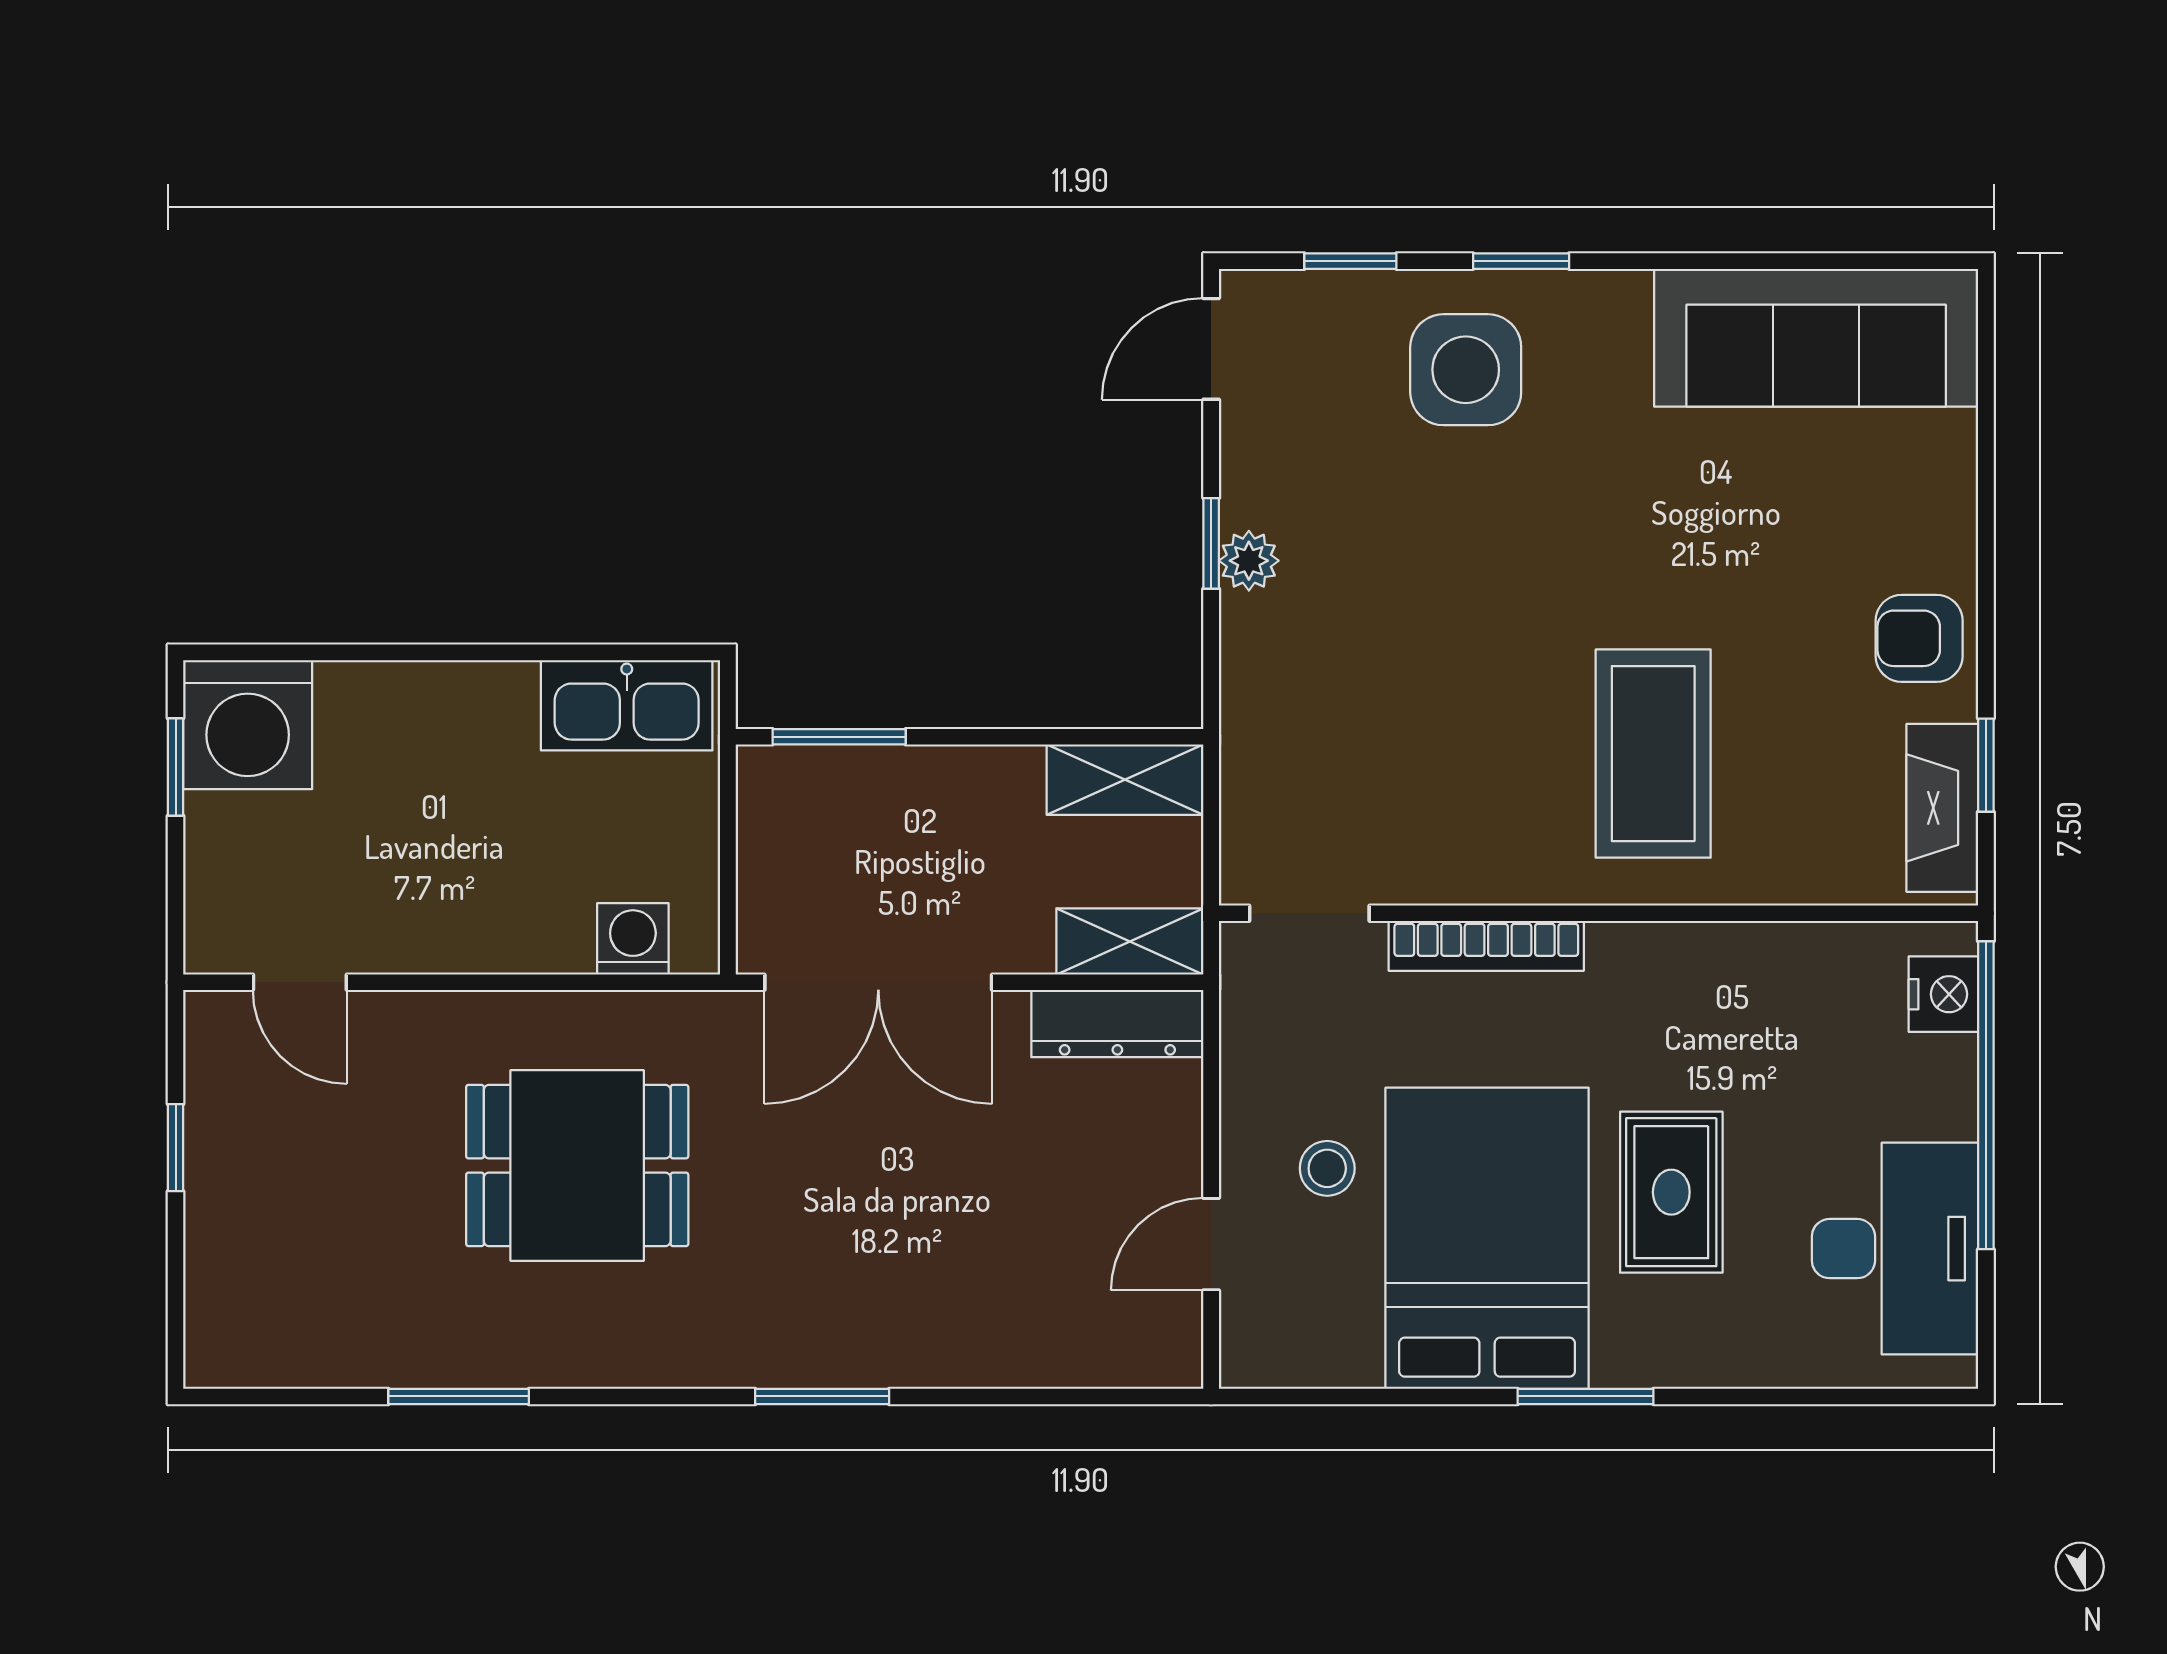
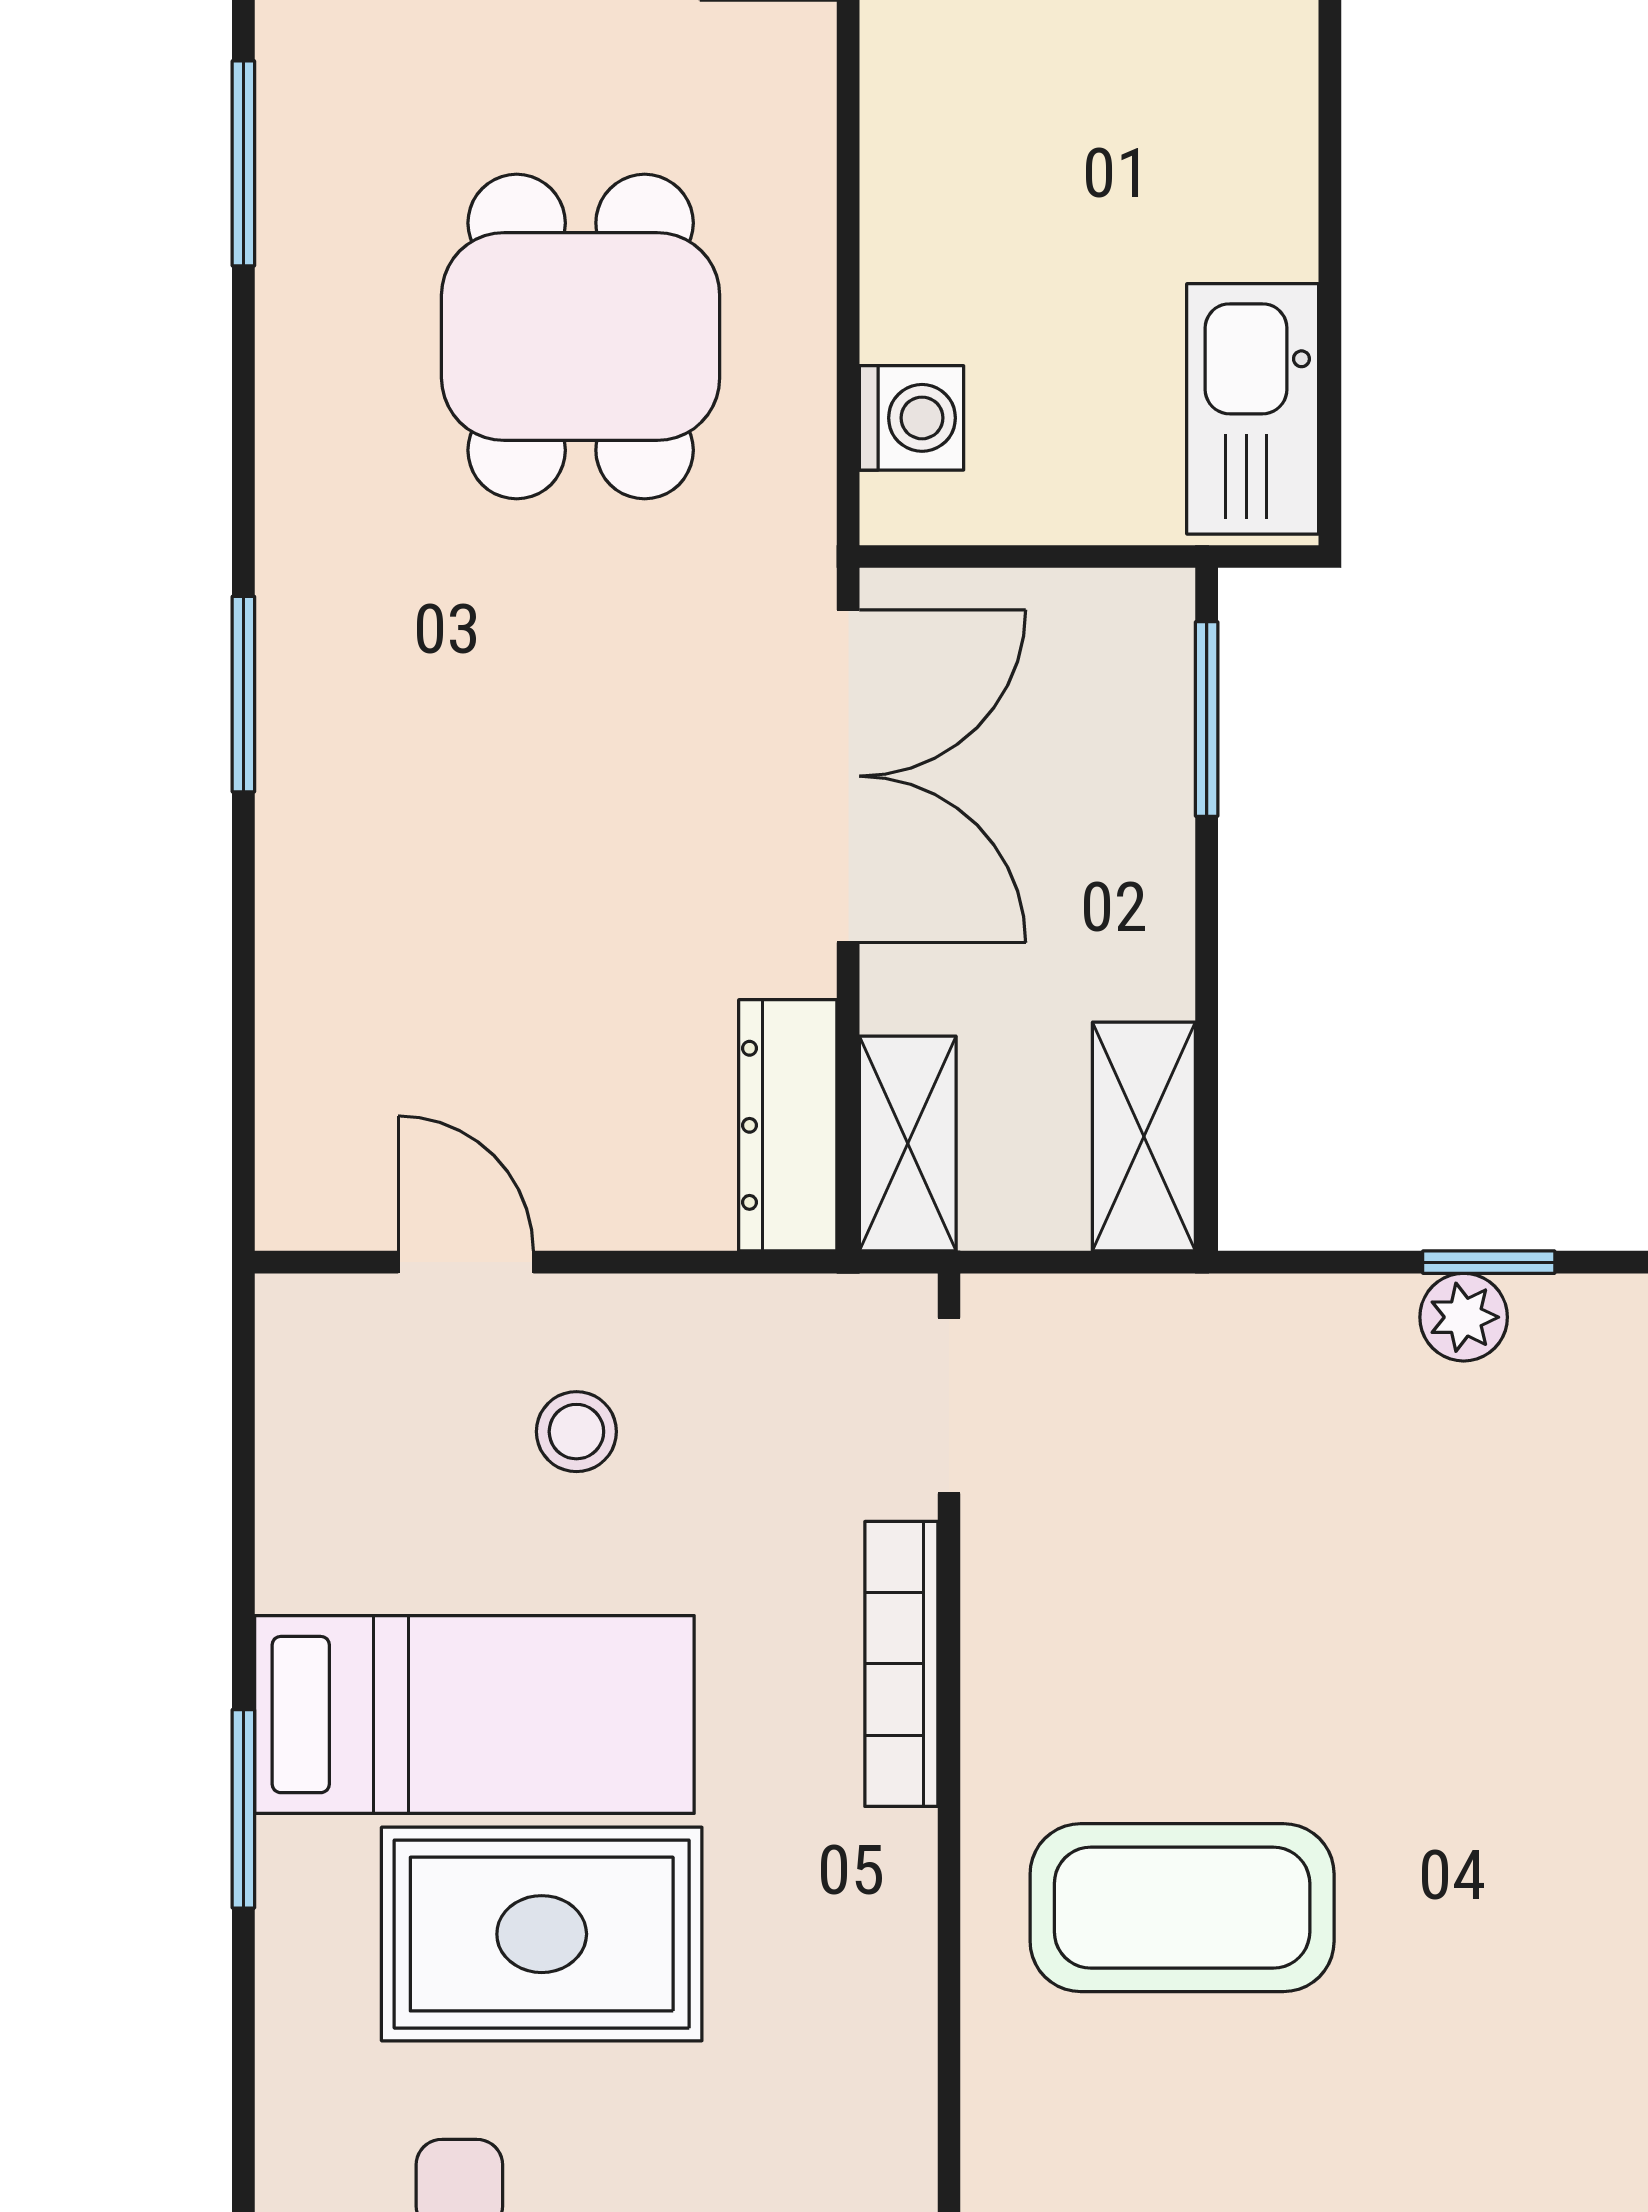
double door: (878, 982) -> (848, 776), swing flipped
rug: (1671, 1192) -> (542, 1934), width x1.36, depth x1.43
bed: (1487, 1238) -> (474, 1715), width x0.67

